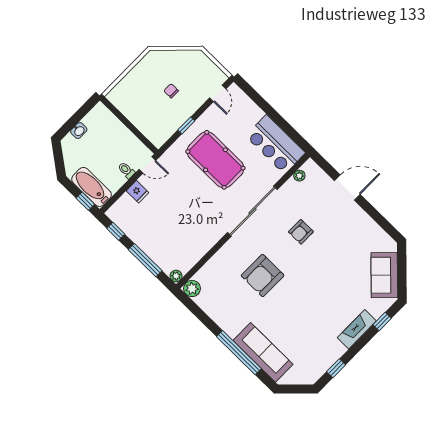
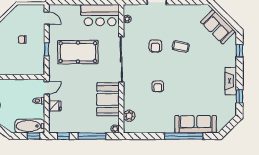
booth: (199, 239) -> (108, 99), added
coffee table: (326, 258) -> (181, 47), added
armchair: (263, 276) -> (158, 86), width x0.53, depth x0.53
plant: (192, 288) -> (129, 116), moved
fireplace: (357, 329) -> (231, 81), moved

